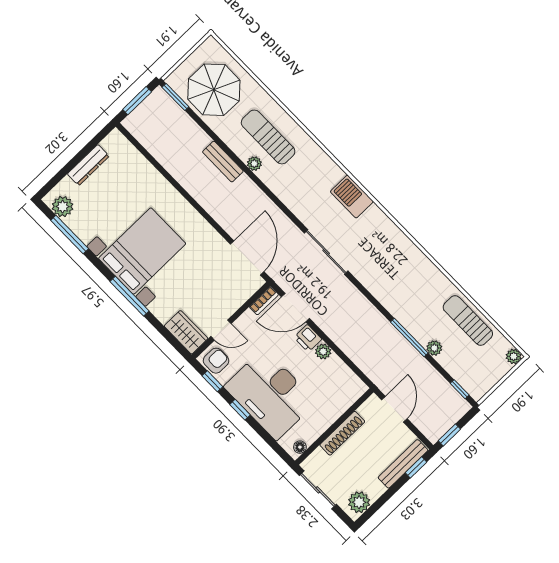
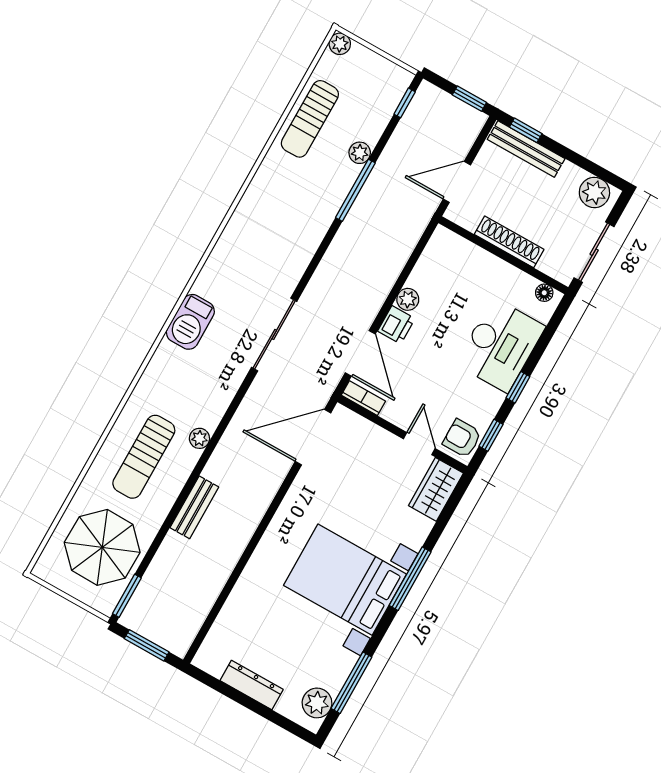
plant: (254, 164) -> (199, 438), moved
desk: (270, 394) -> (500, 345), width x0.73, depth x0.77

